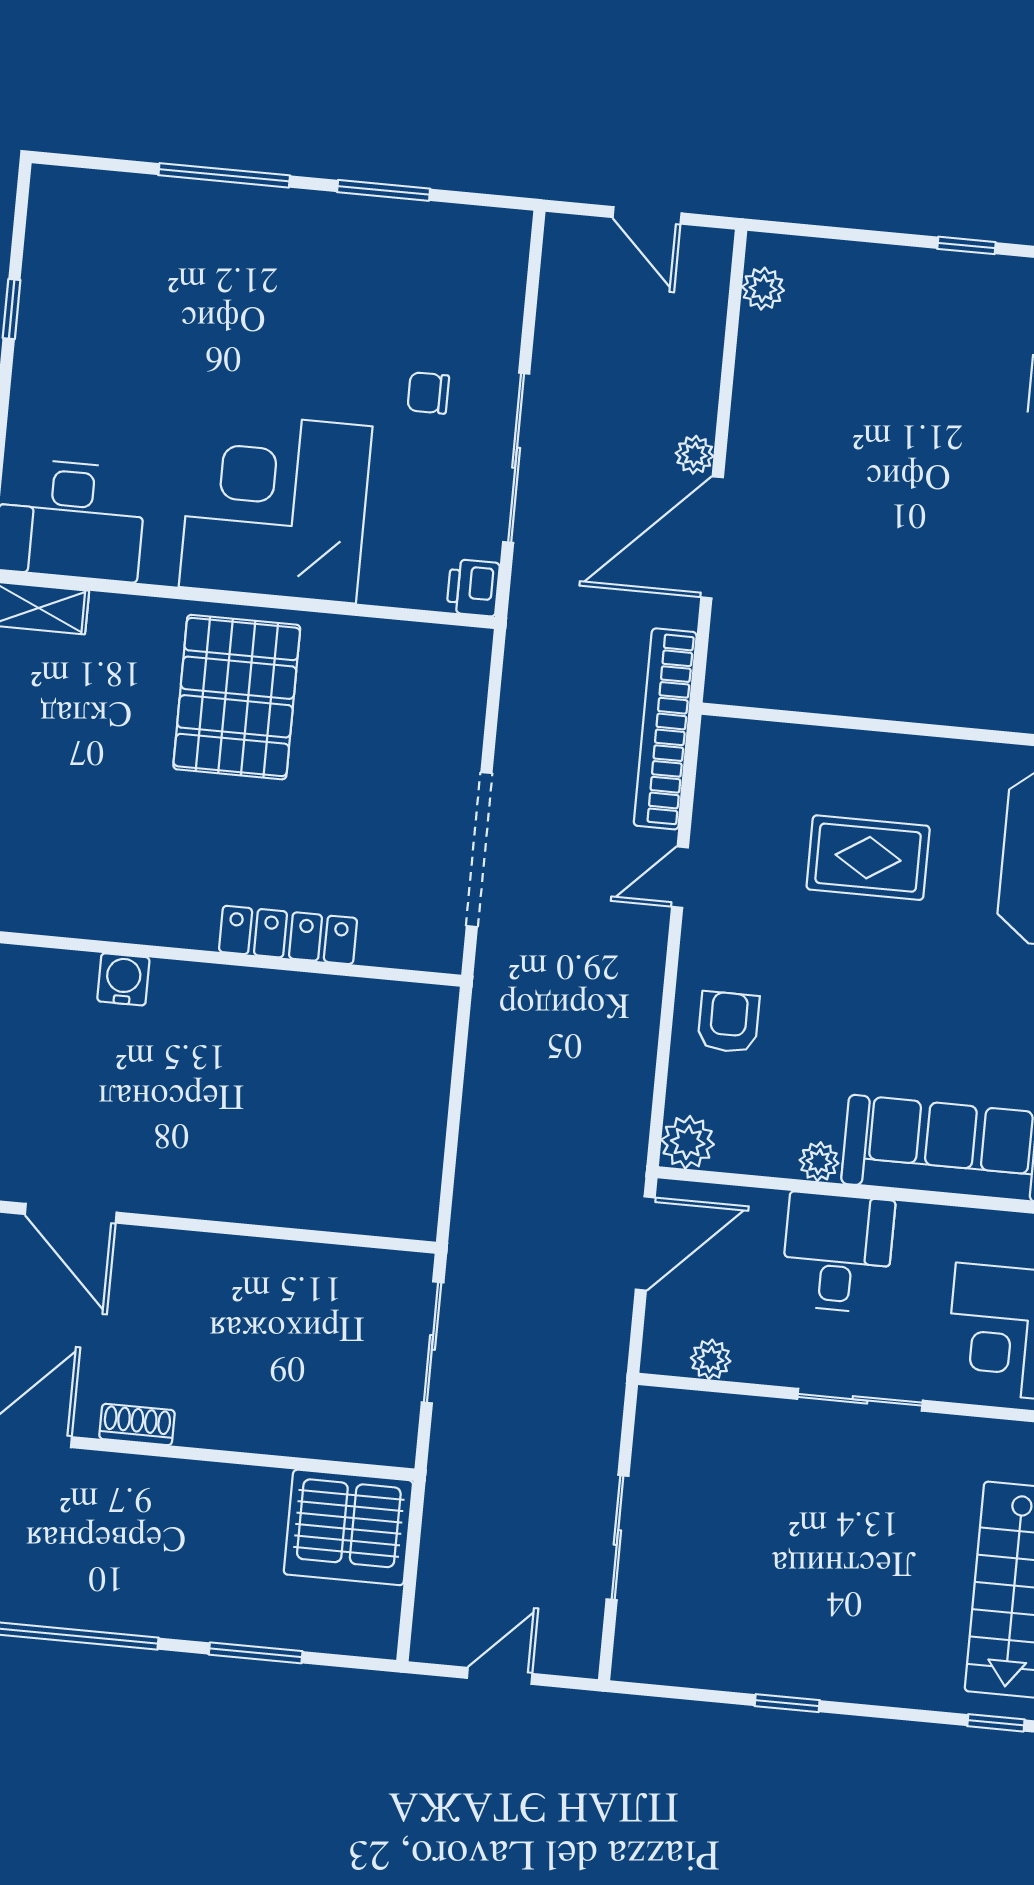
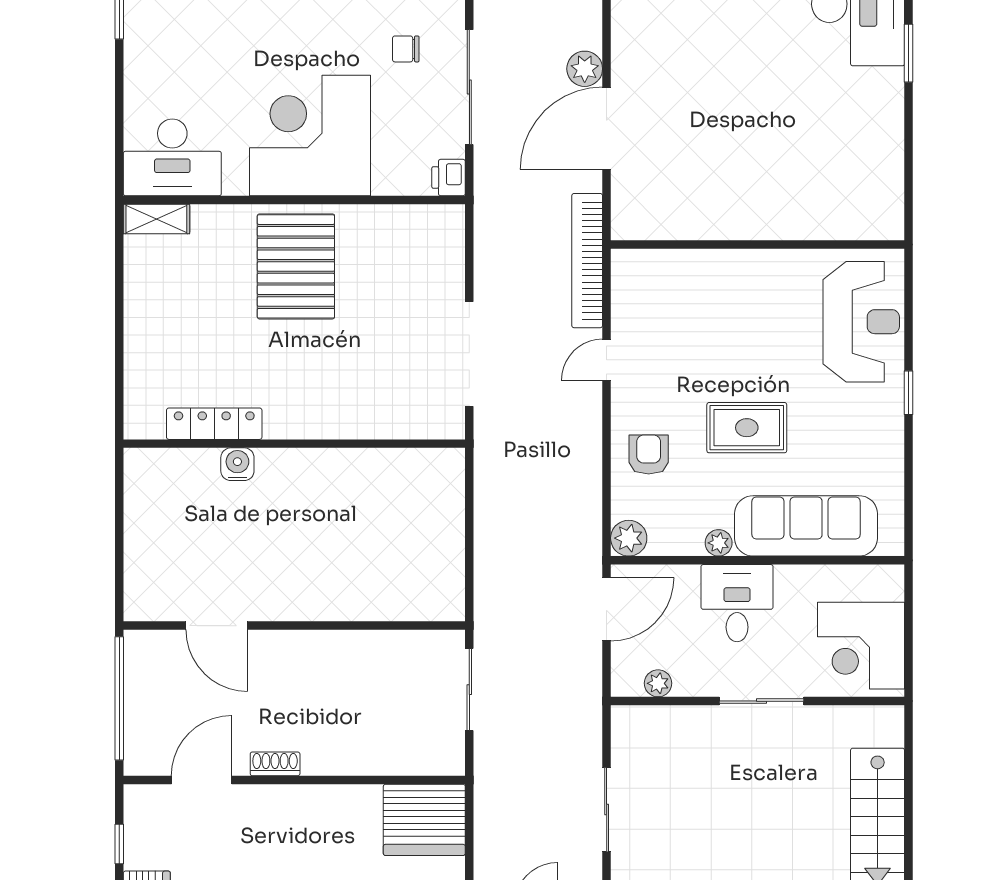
plant: (695, 455) -> (585, 69), width x1.38, depth x1.38
rug: (868, 858) -> (747, 428), moved
locker: (288, 935) -> (214, 424), moved

